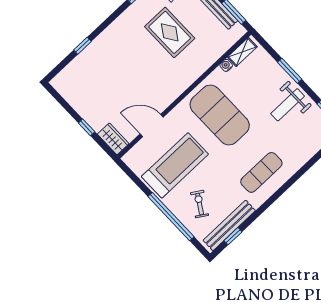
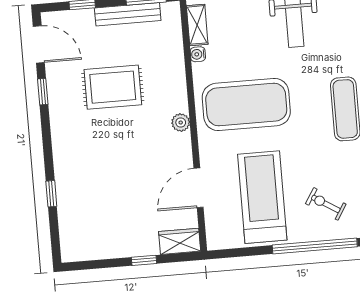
plant: (180, 86) -> (181, 122), added

